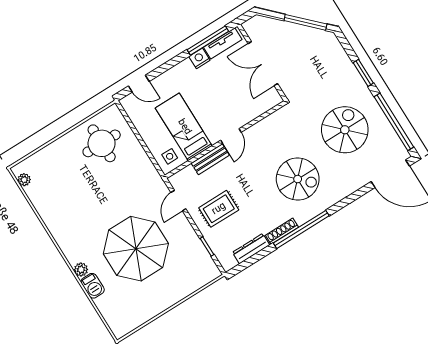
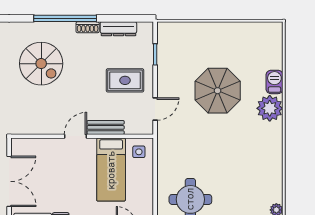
spiral stairs: (298, 179) -> (41, 64), turned 180
shoe rack: (282, 231) -> (88, 27), width x0.70
parasol: (136, 249) -> (218, 91), width x0.73, depth x0.73
plant: (81, 270) -> (270, 108), width x1.87, depth x1.87

